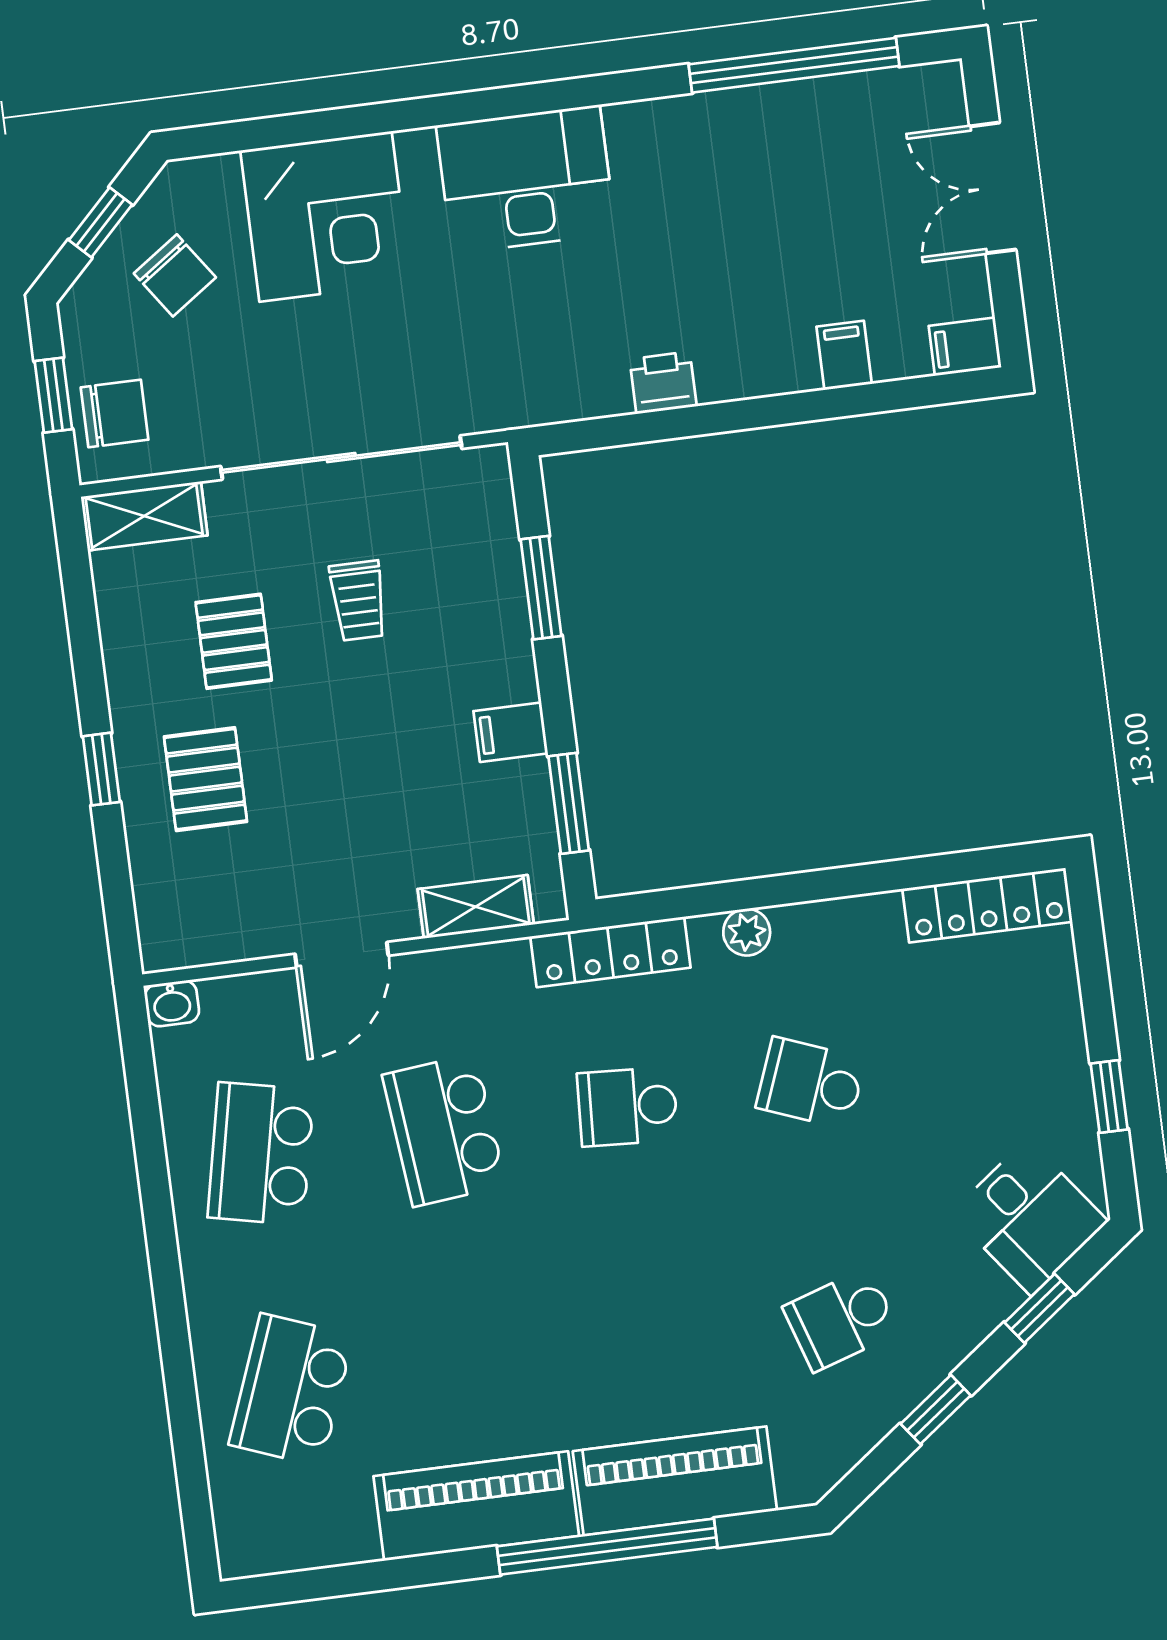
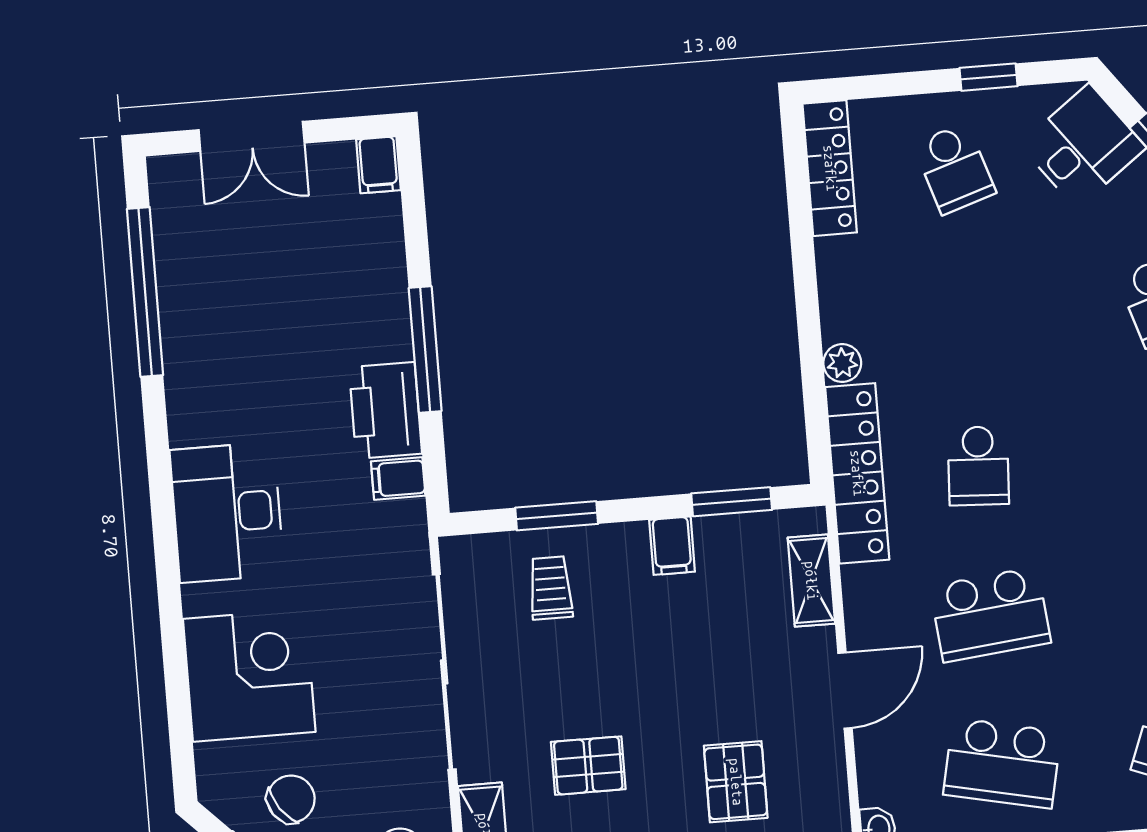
filing cabinet: (844, 355) -> (398, 479), moved
printer: (663, 383) -> (385, 410), width x1.87, depth x1.48
window: (739, 415) -> (425, 349), added
trolley: (358, 601) -> (551, 588), moved, turned -90
pallet: (206, 779) -> (736, 782), moved, turned 90
locker: (610, 952) -> (857, 473), width x1.41, depth x1.21
door: (342, 955) -> (845, 690), hinge flipped
school desk: (811, 1083) -> (954, 168), moved, turned -39

